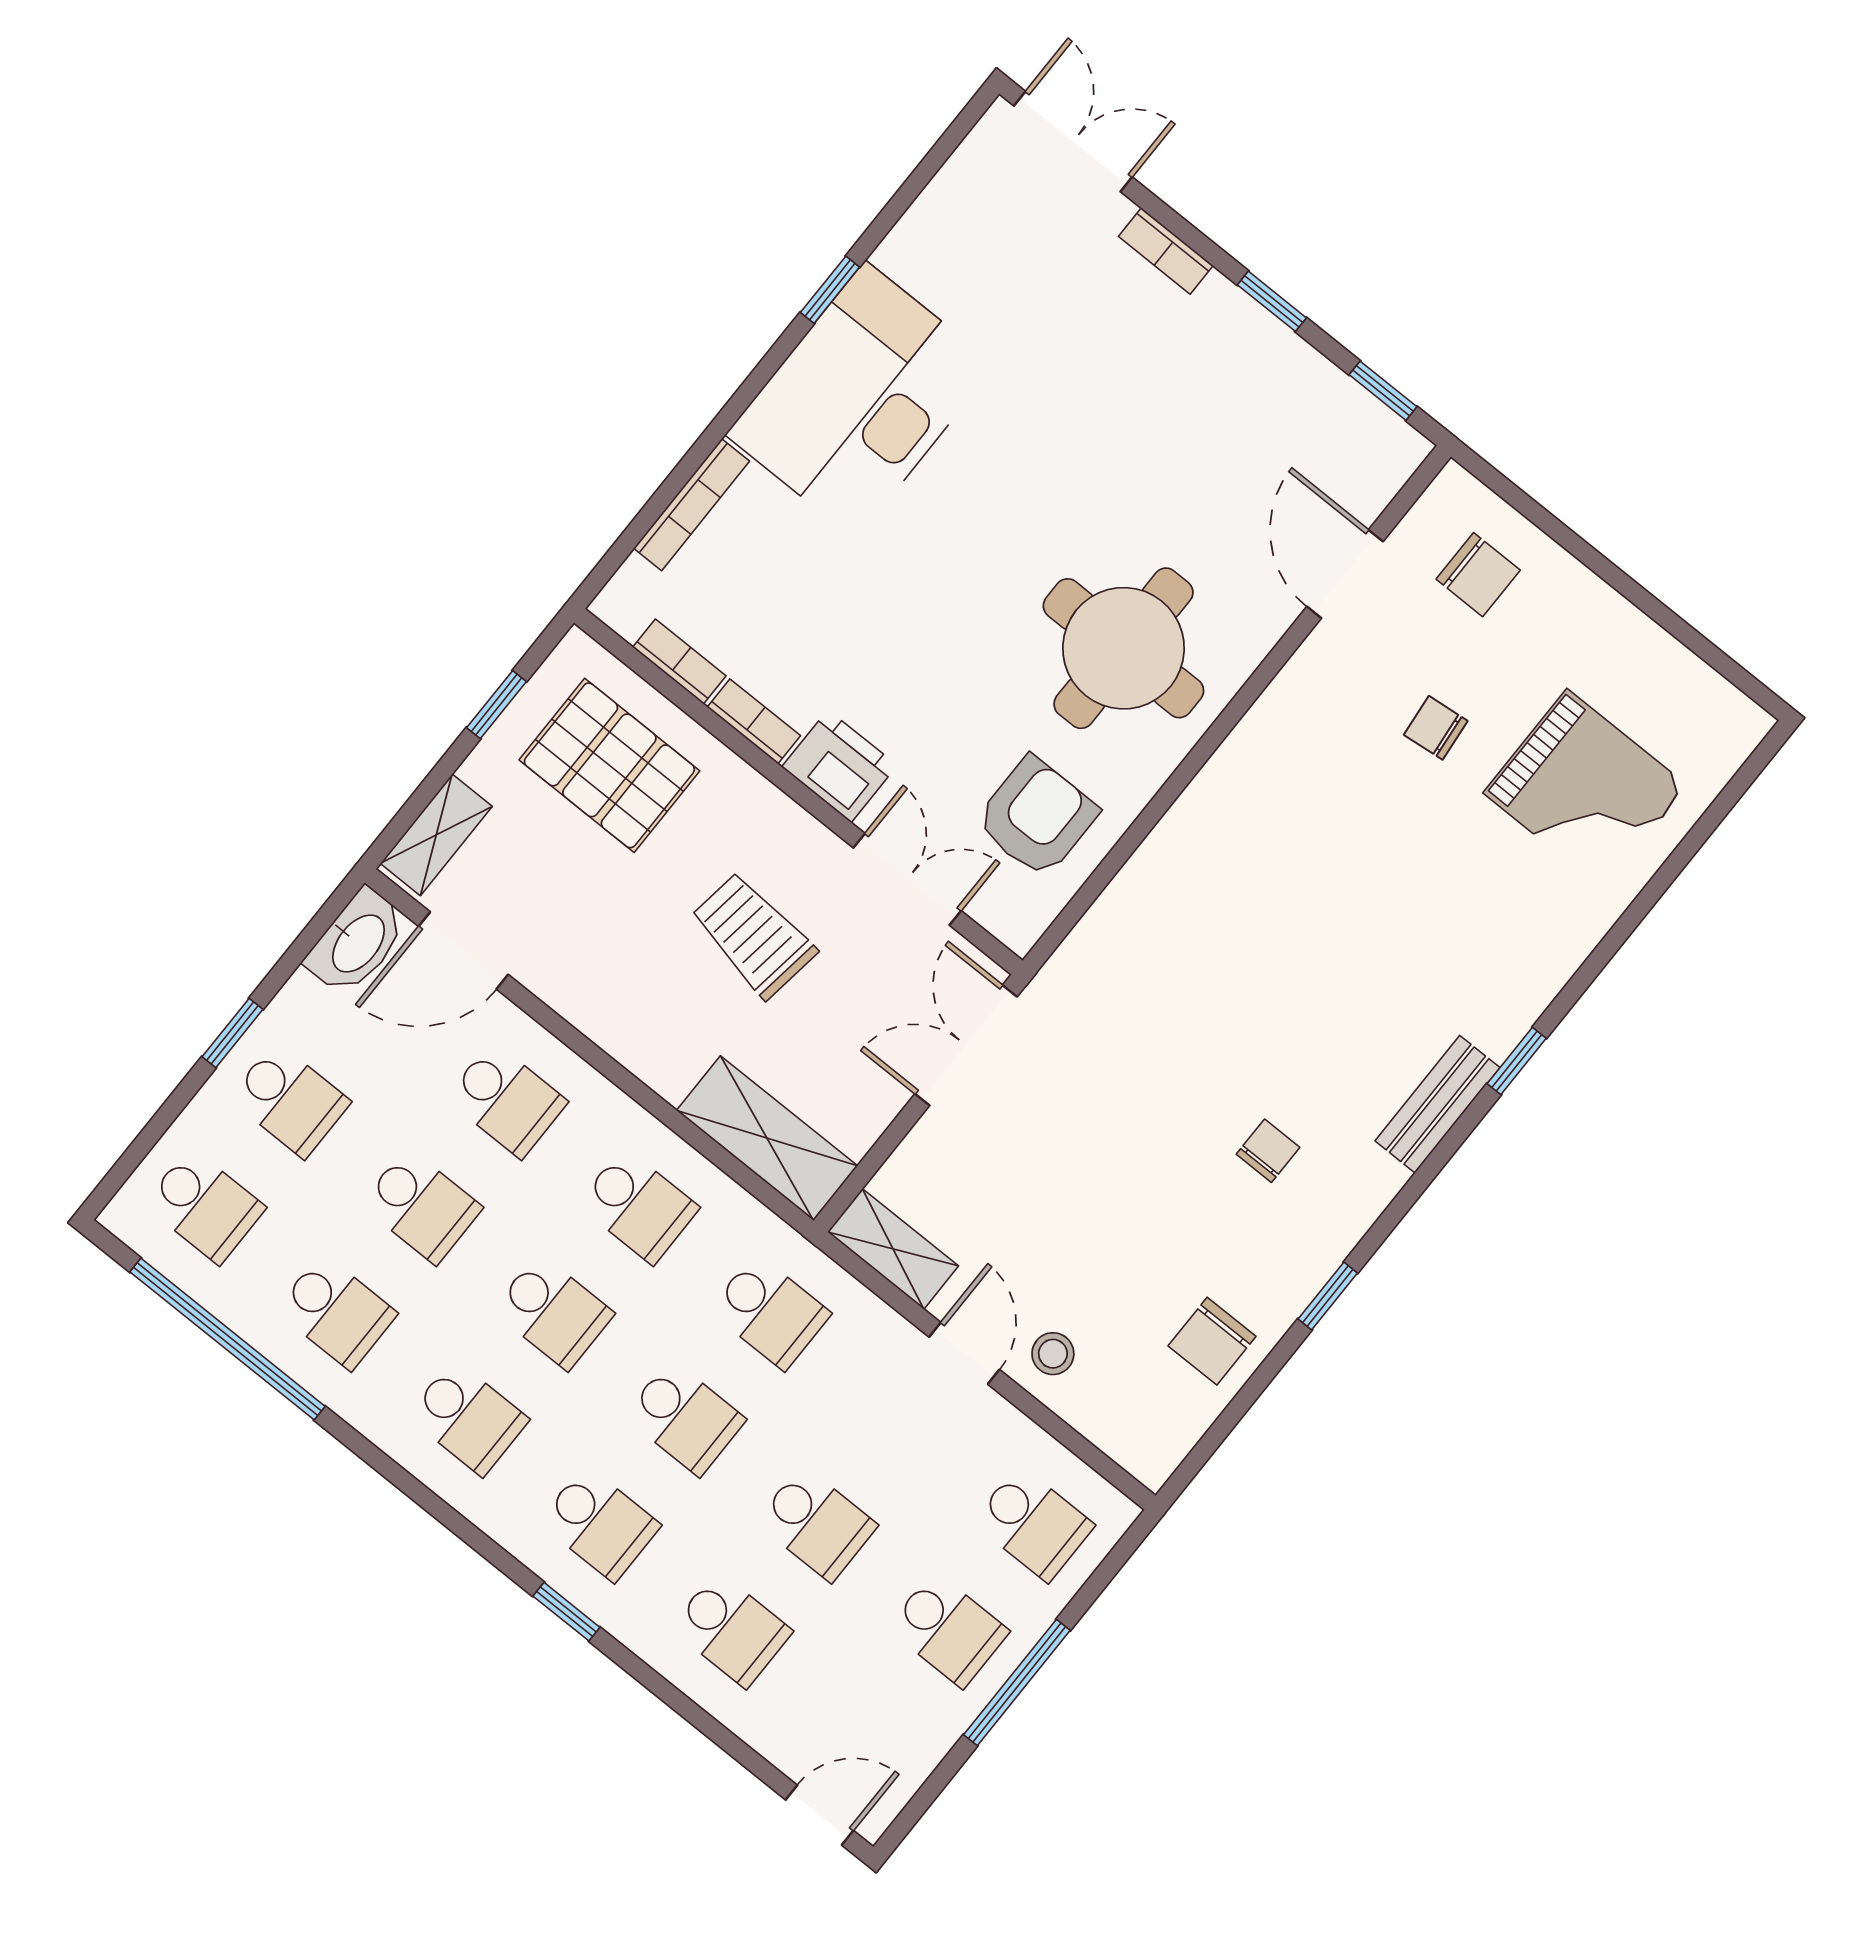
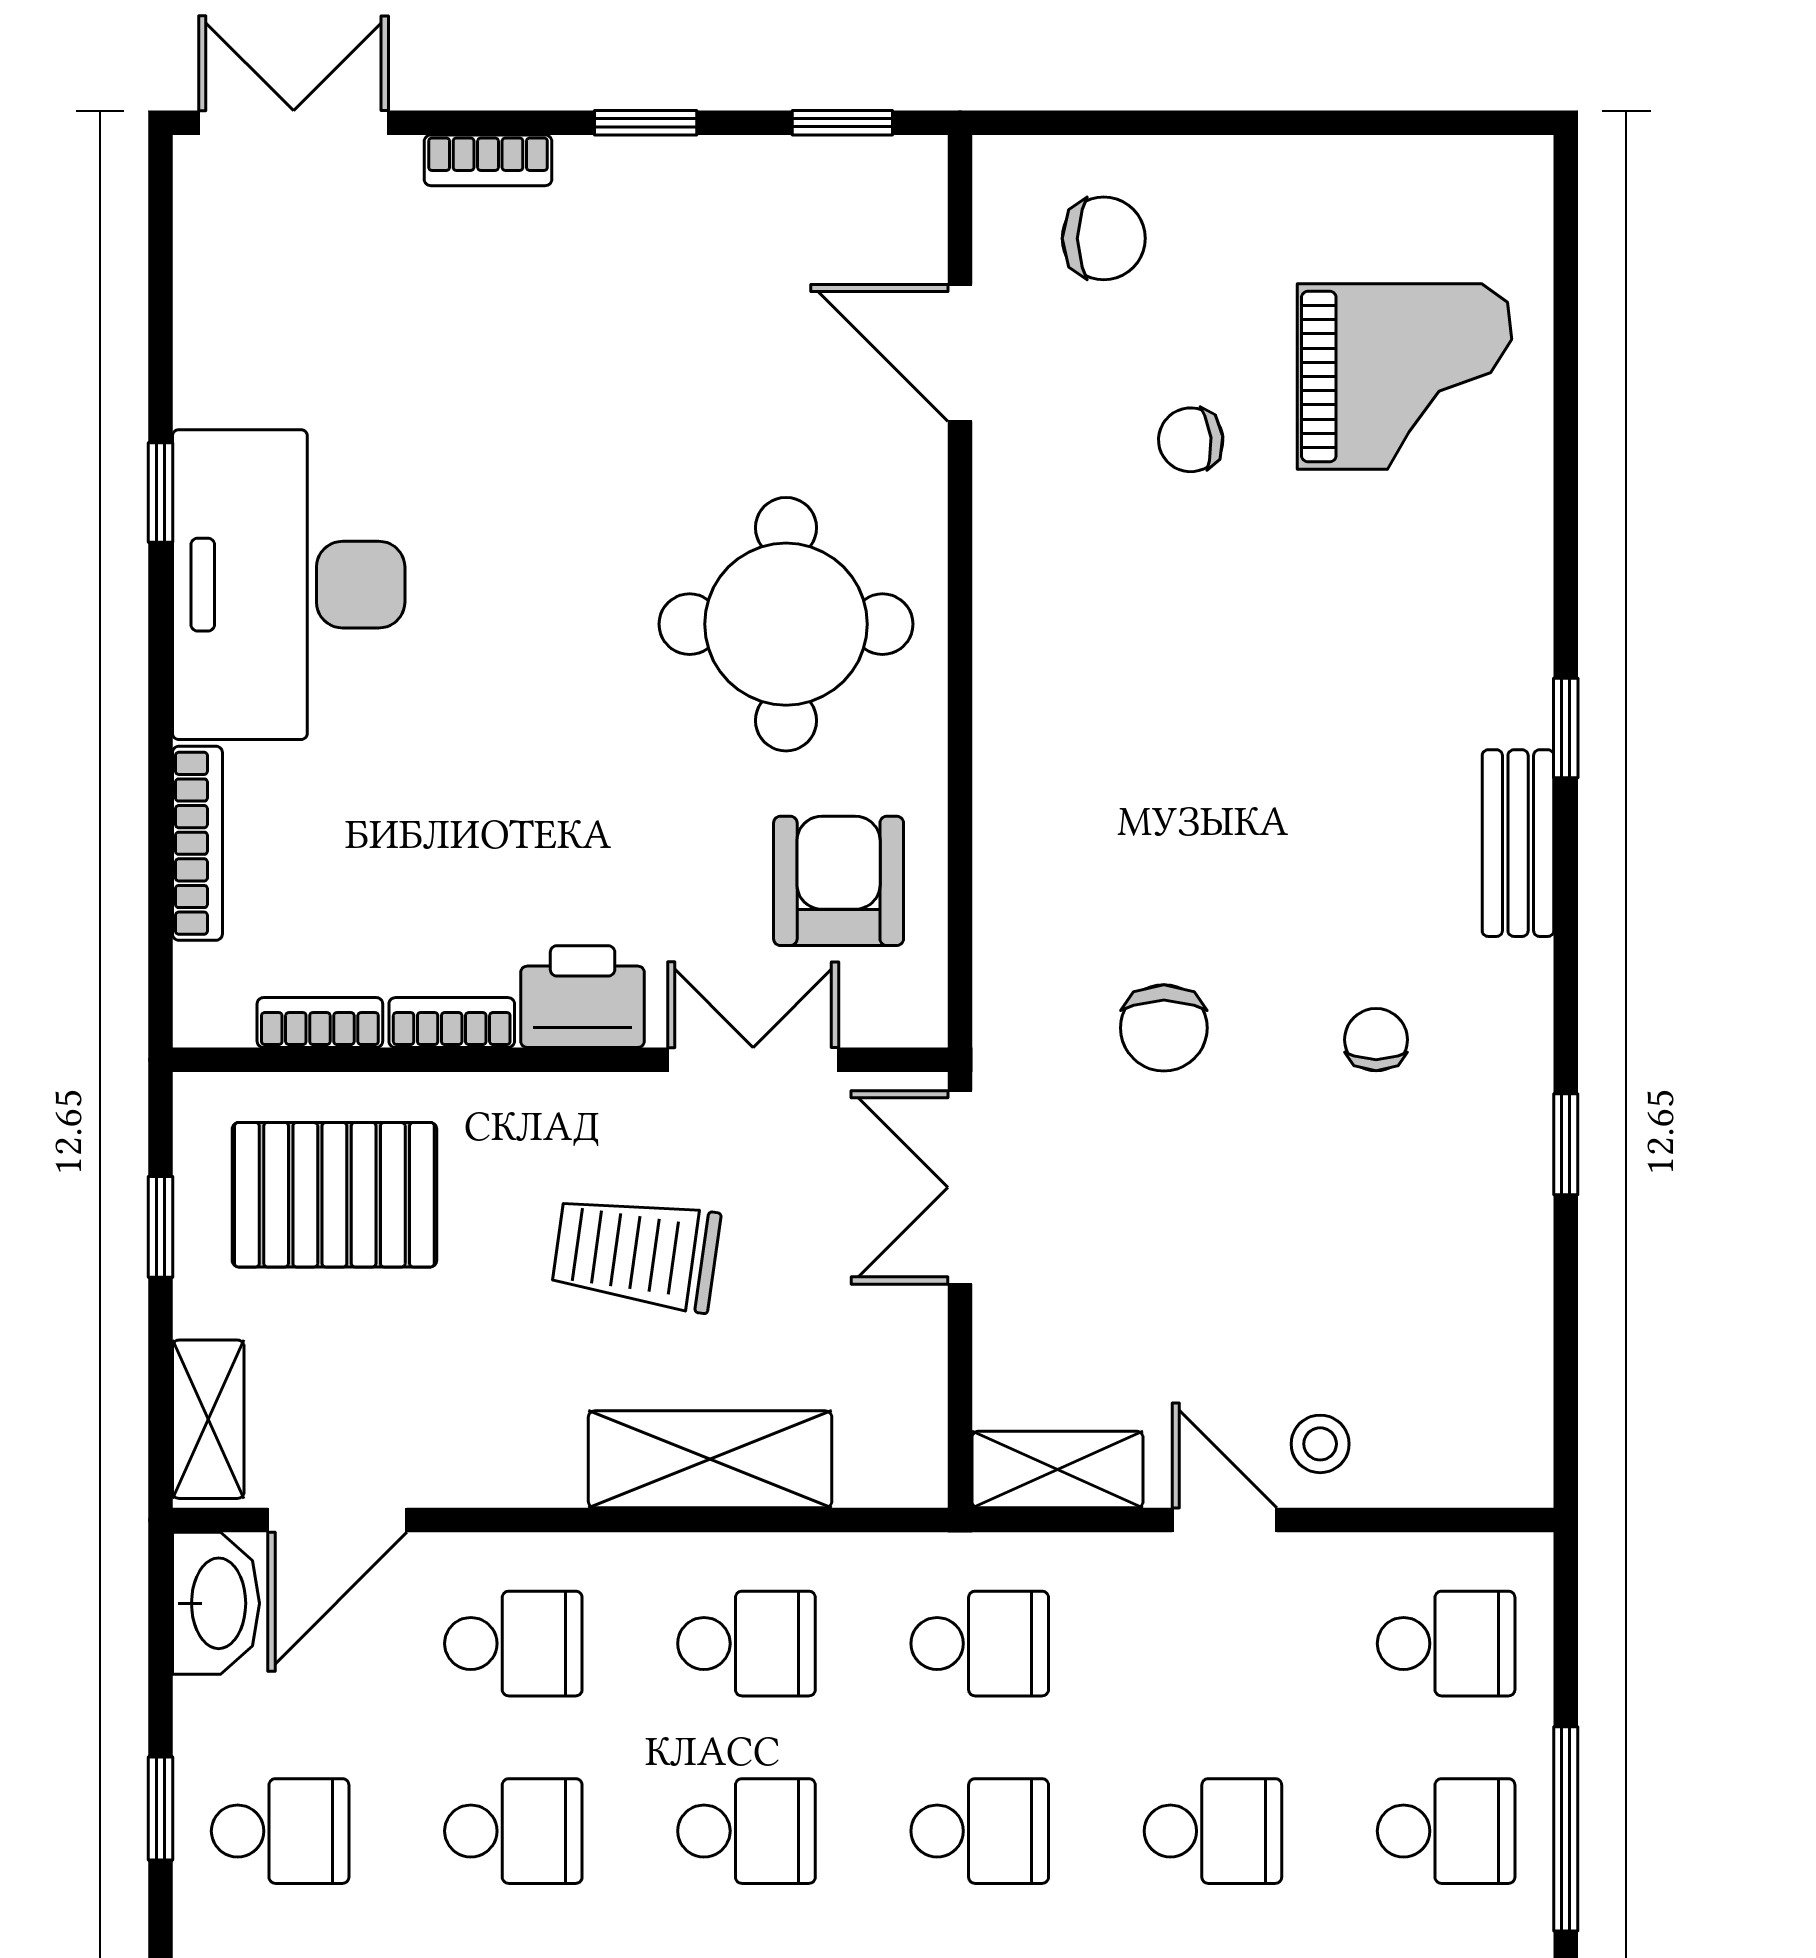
shelving: (767, 1138) -> (710, 1459), moved
chair: (1212, 1341) -> (1164, 1028), moved

